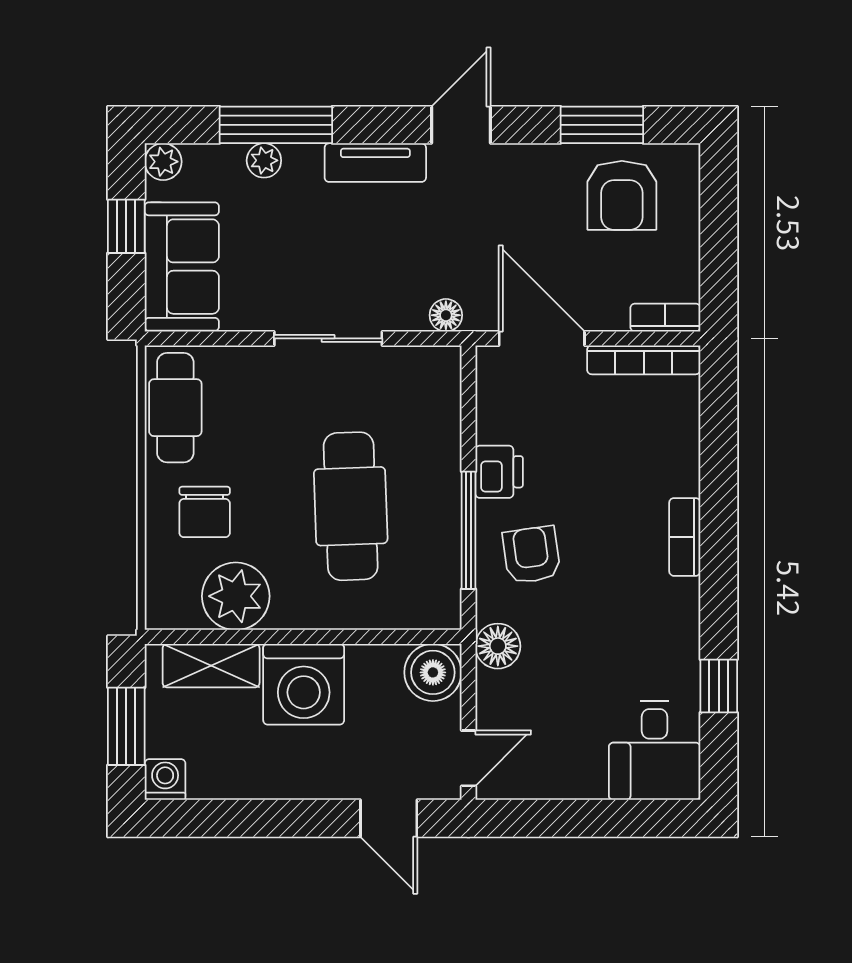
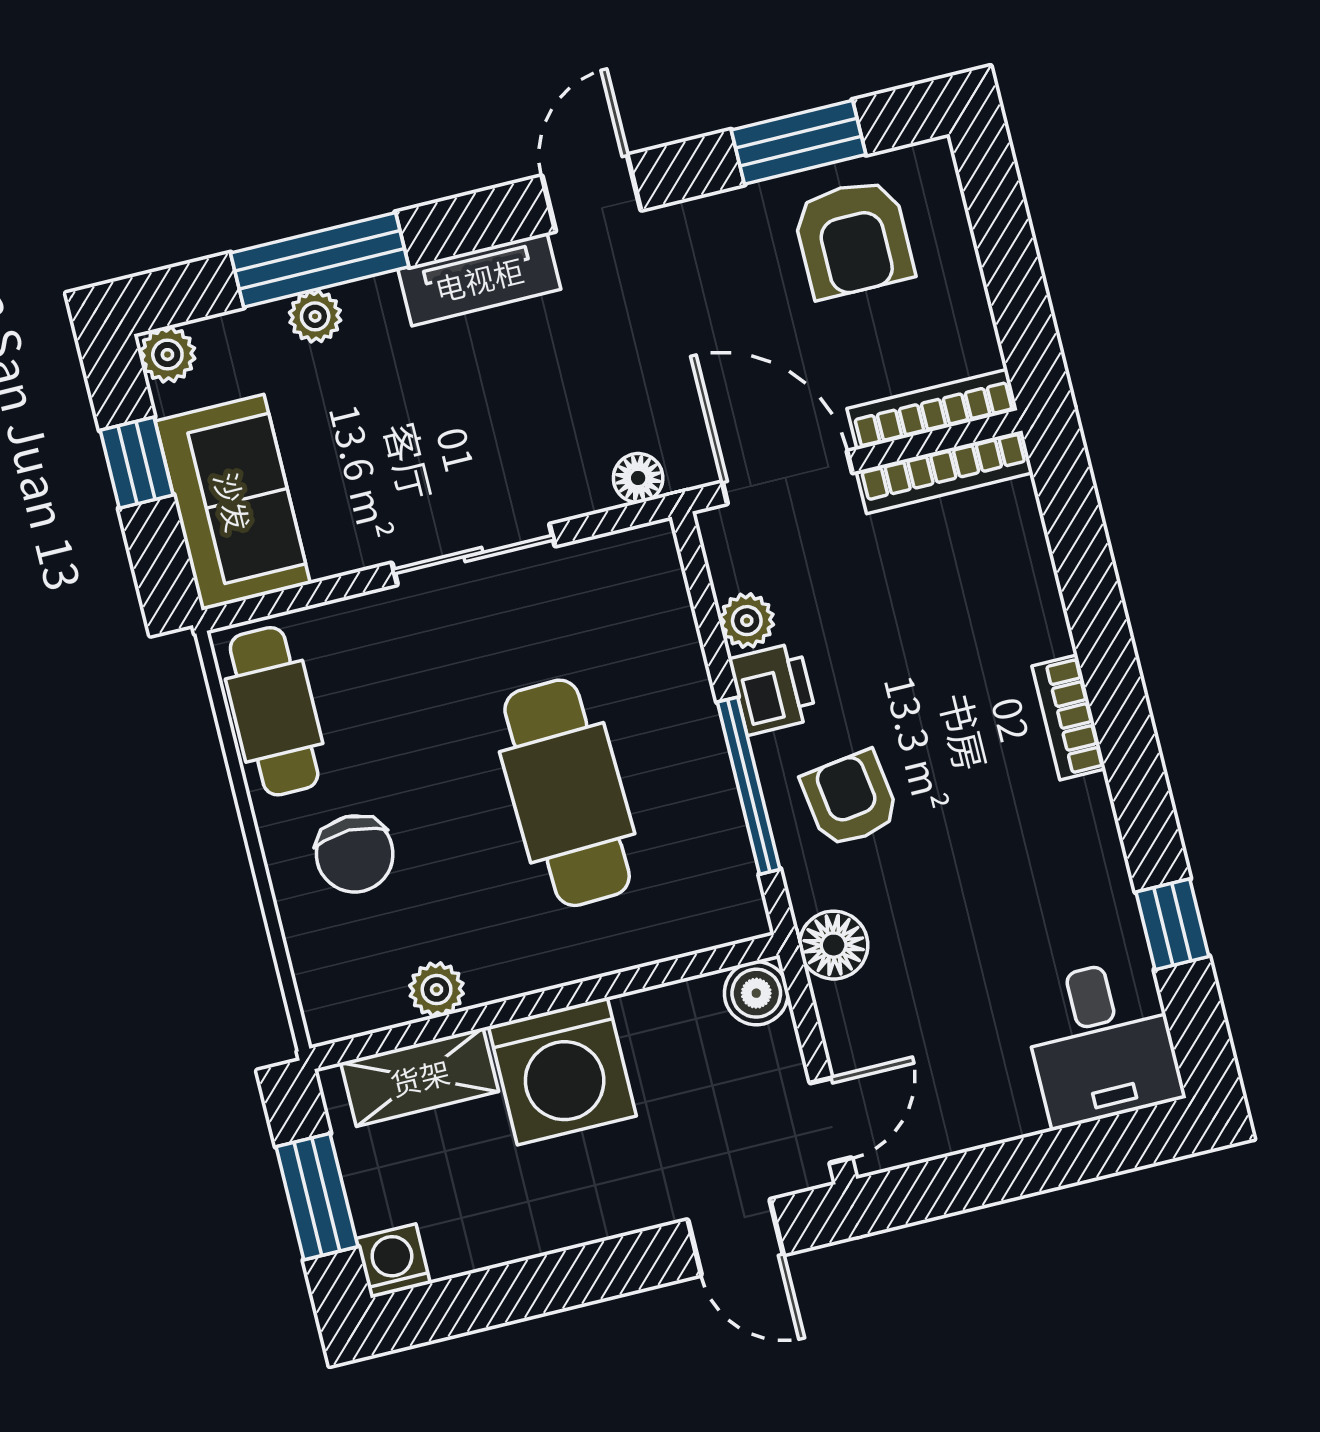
bookcase: (665, 318) -> (932, 409), width x1.56
plant: (493, 424) -> (747, 621), added
plant: (236, 596) -> (437, 990), width x0.53, depth x0.53
boiler: (433, 672) -> (756, 993), width x0.73, depth x0.73

